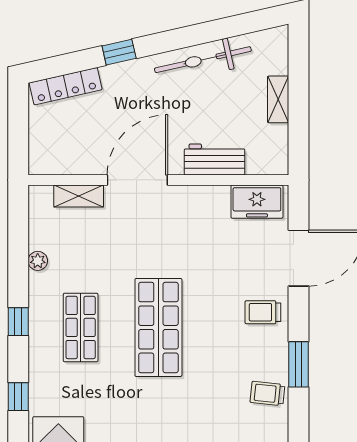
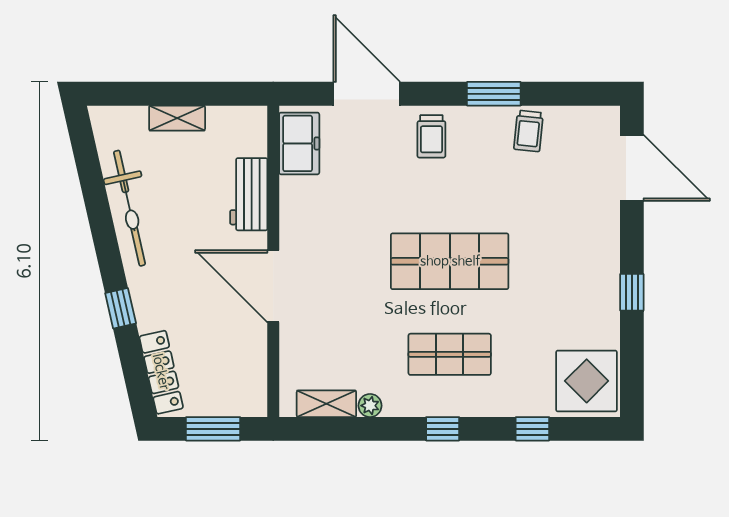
window: (18, 130) -> (213, 429), added
shelving: (79, 196) -> (326, 404), moved, turned 90

